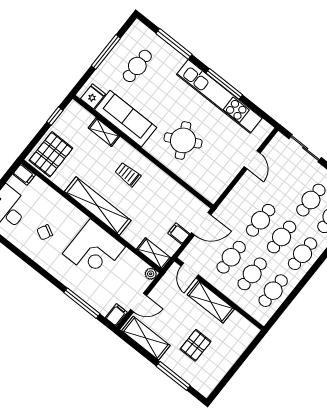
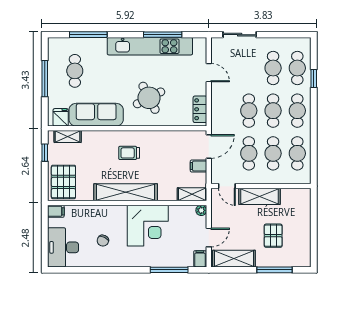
window: (224, 84) -> (163, 35), moved
shelving: (104, 132) -> (68, 136), moved
locker: (219, 185) -> (200, 109), added

